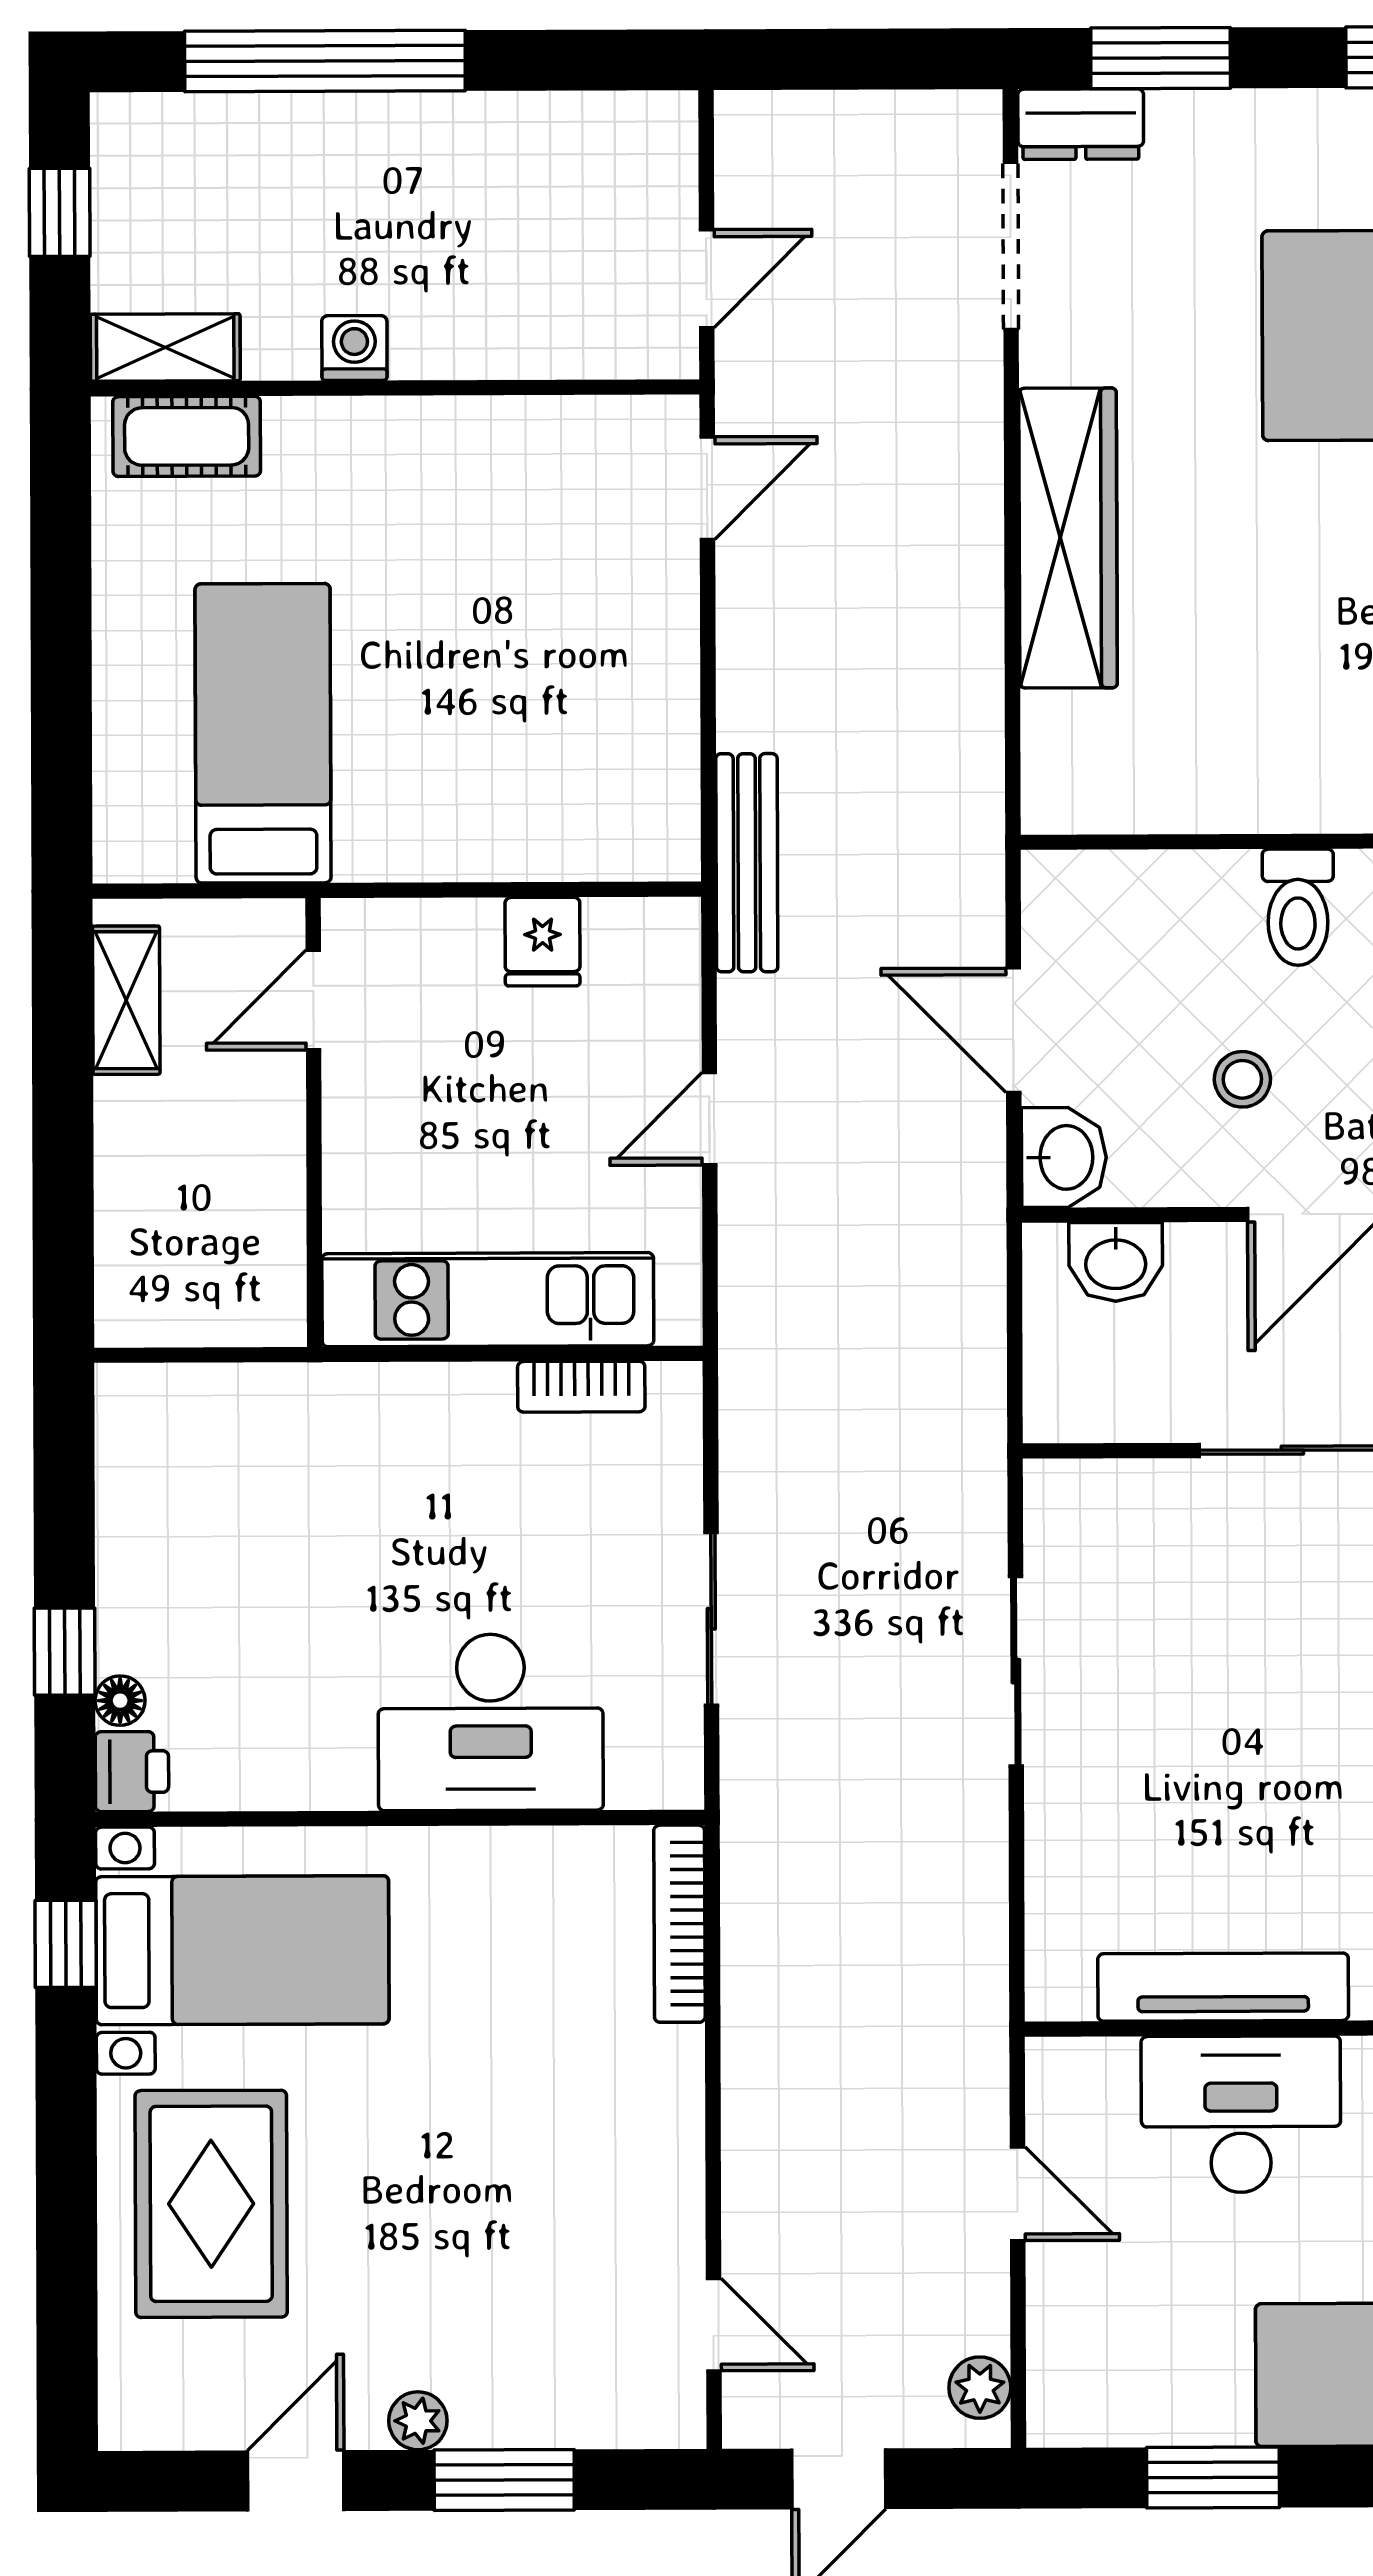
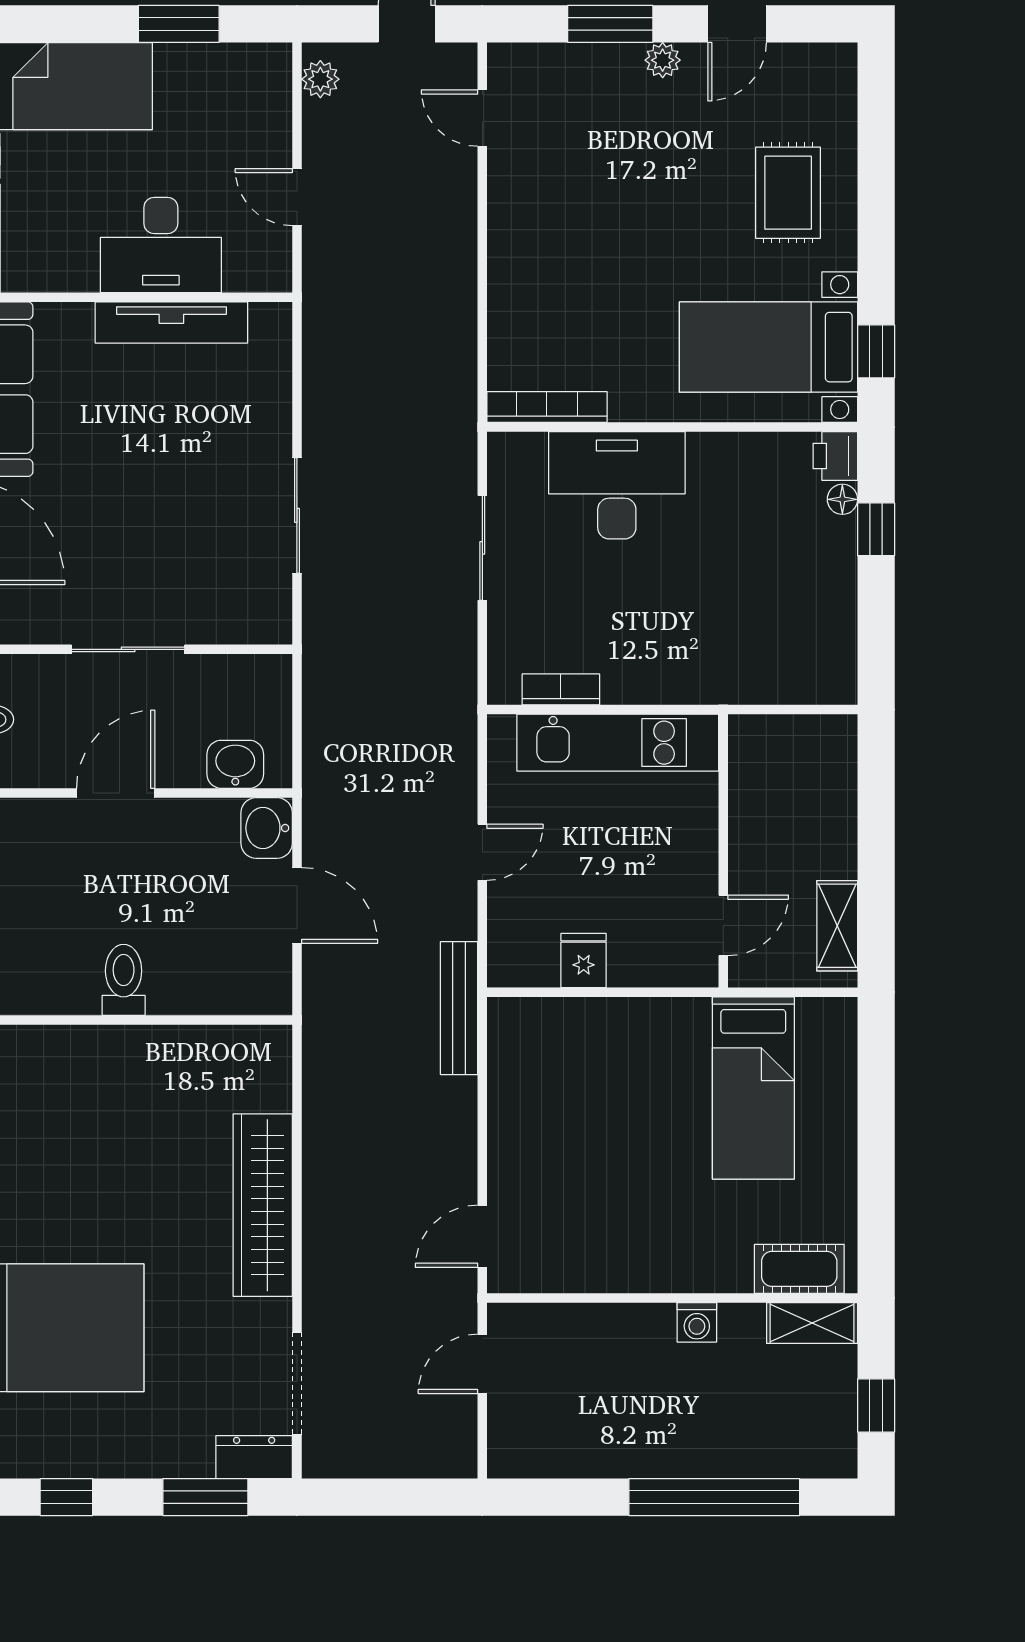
stool: (1242, 1079) -> (158, 875), removed
bookcase: (679, 1924) -> (547, 407), moved, turned -90
rug: (211, 2204) -> (788, 193), width x0.73, depth x0.70

